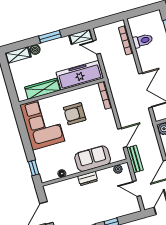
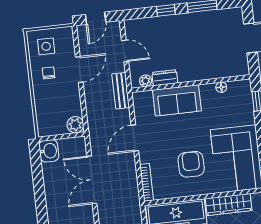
armchair: (75, 114) -> (191, 164), turned -90
door: (122, 138) -> (135, 138), moved
dresser: (88, 179) -> (165, 78), moved

